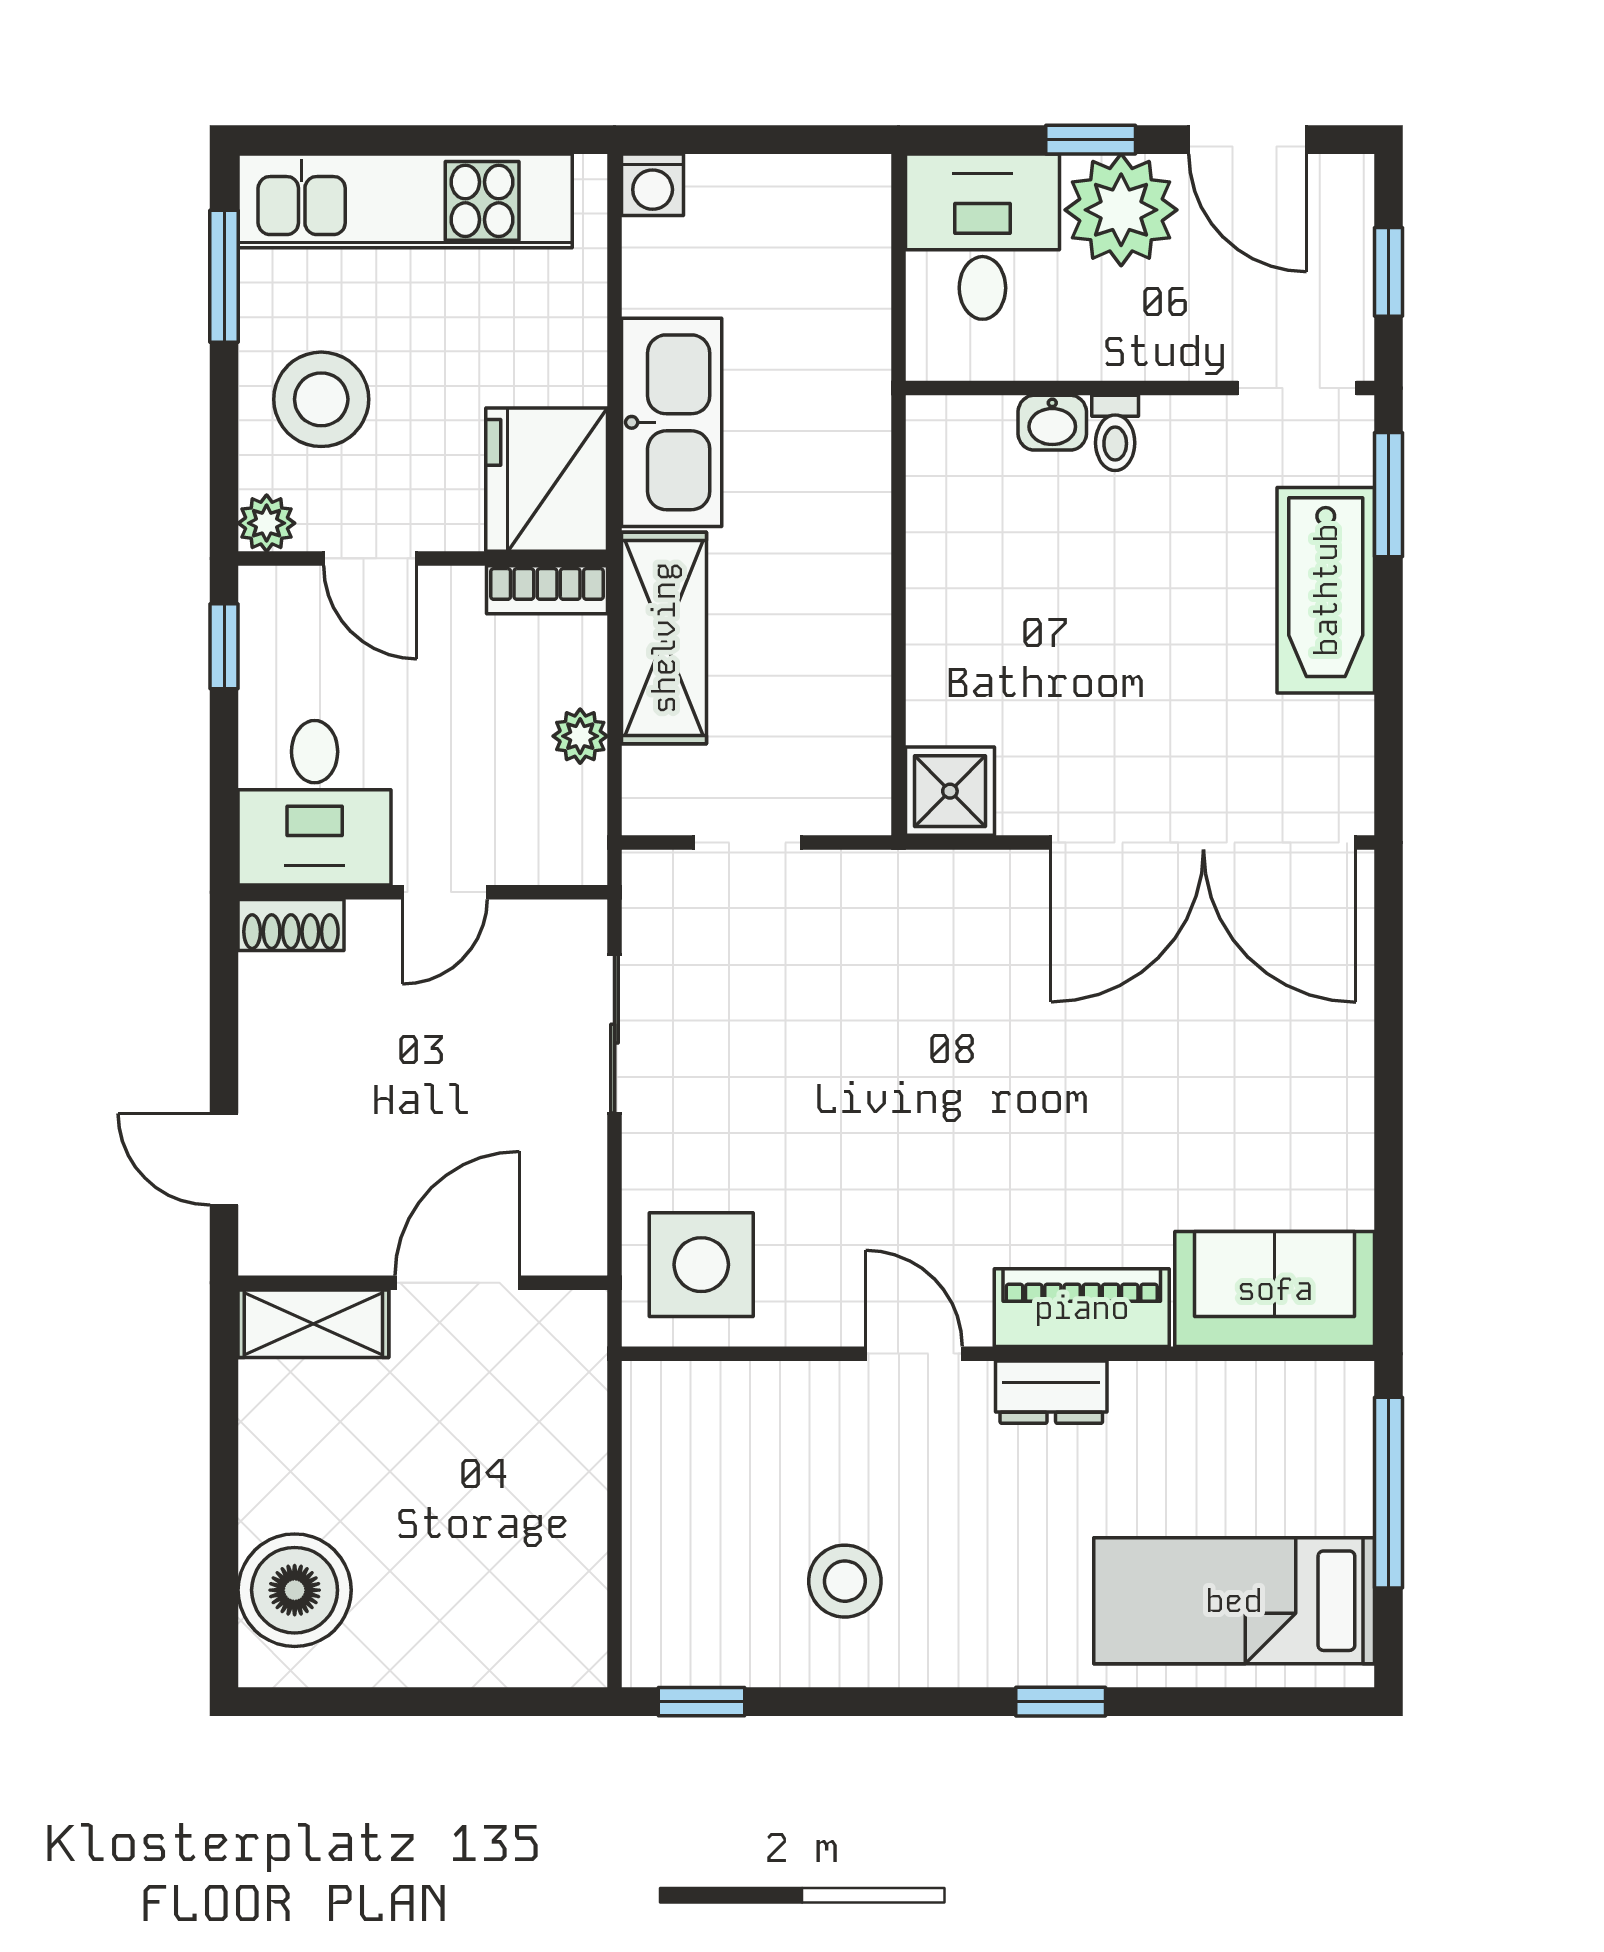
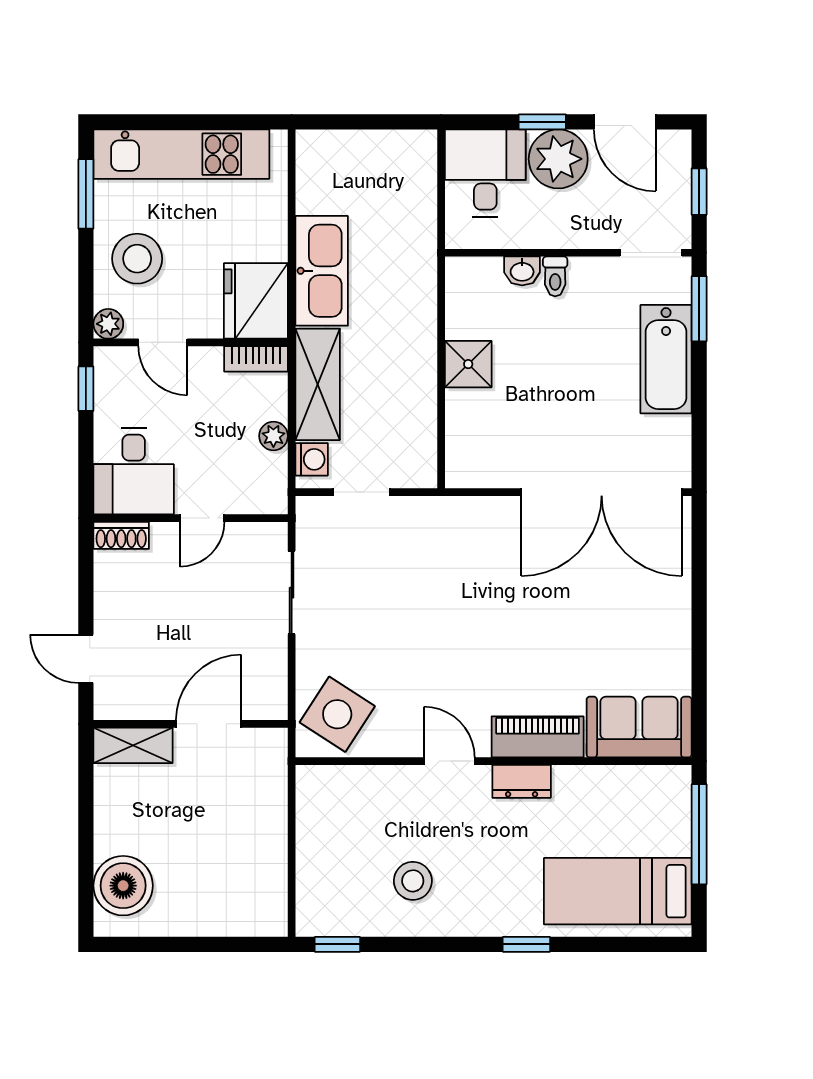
washing machine: (653, 185) -> (312, 459), moved, turned -90
shower: (950, 791) -> (468, 364), moved
side table: (701, 1265) -> (337, 714), turned 33

